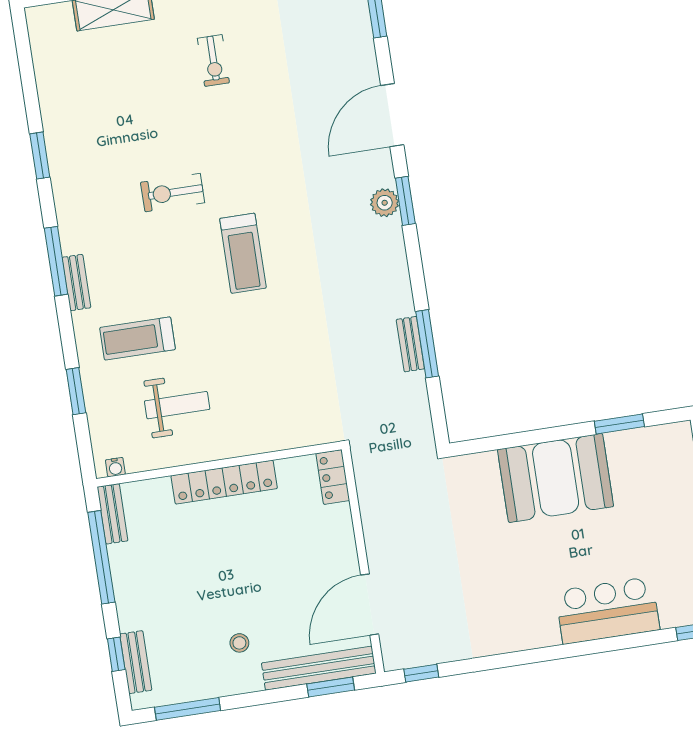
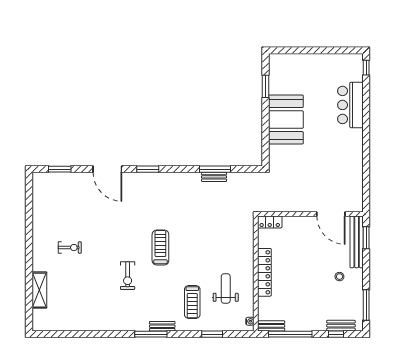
window: (40, 155) -> (101, 334), removed
plant: (385, 203) -> (147, 179), removed
treadmill: (243, 253) -> (160, 247), turned -90
window: (421, 673) -> (366, 195), removed

